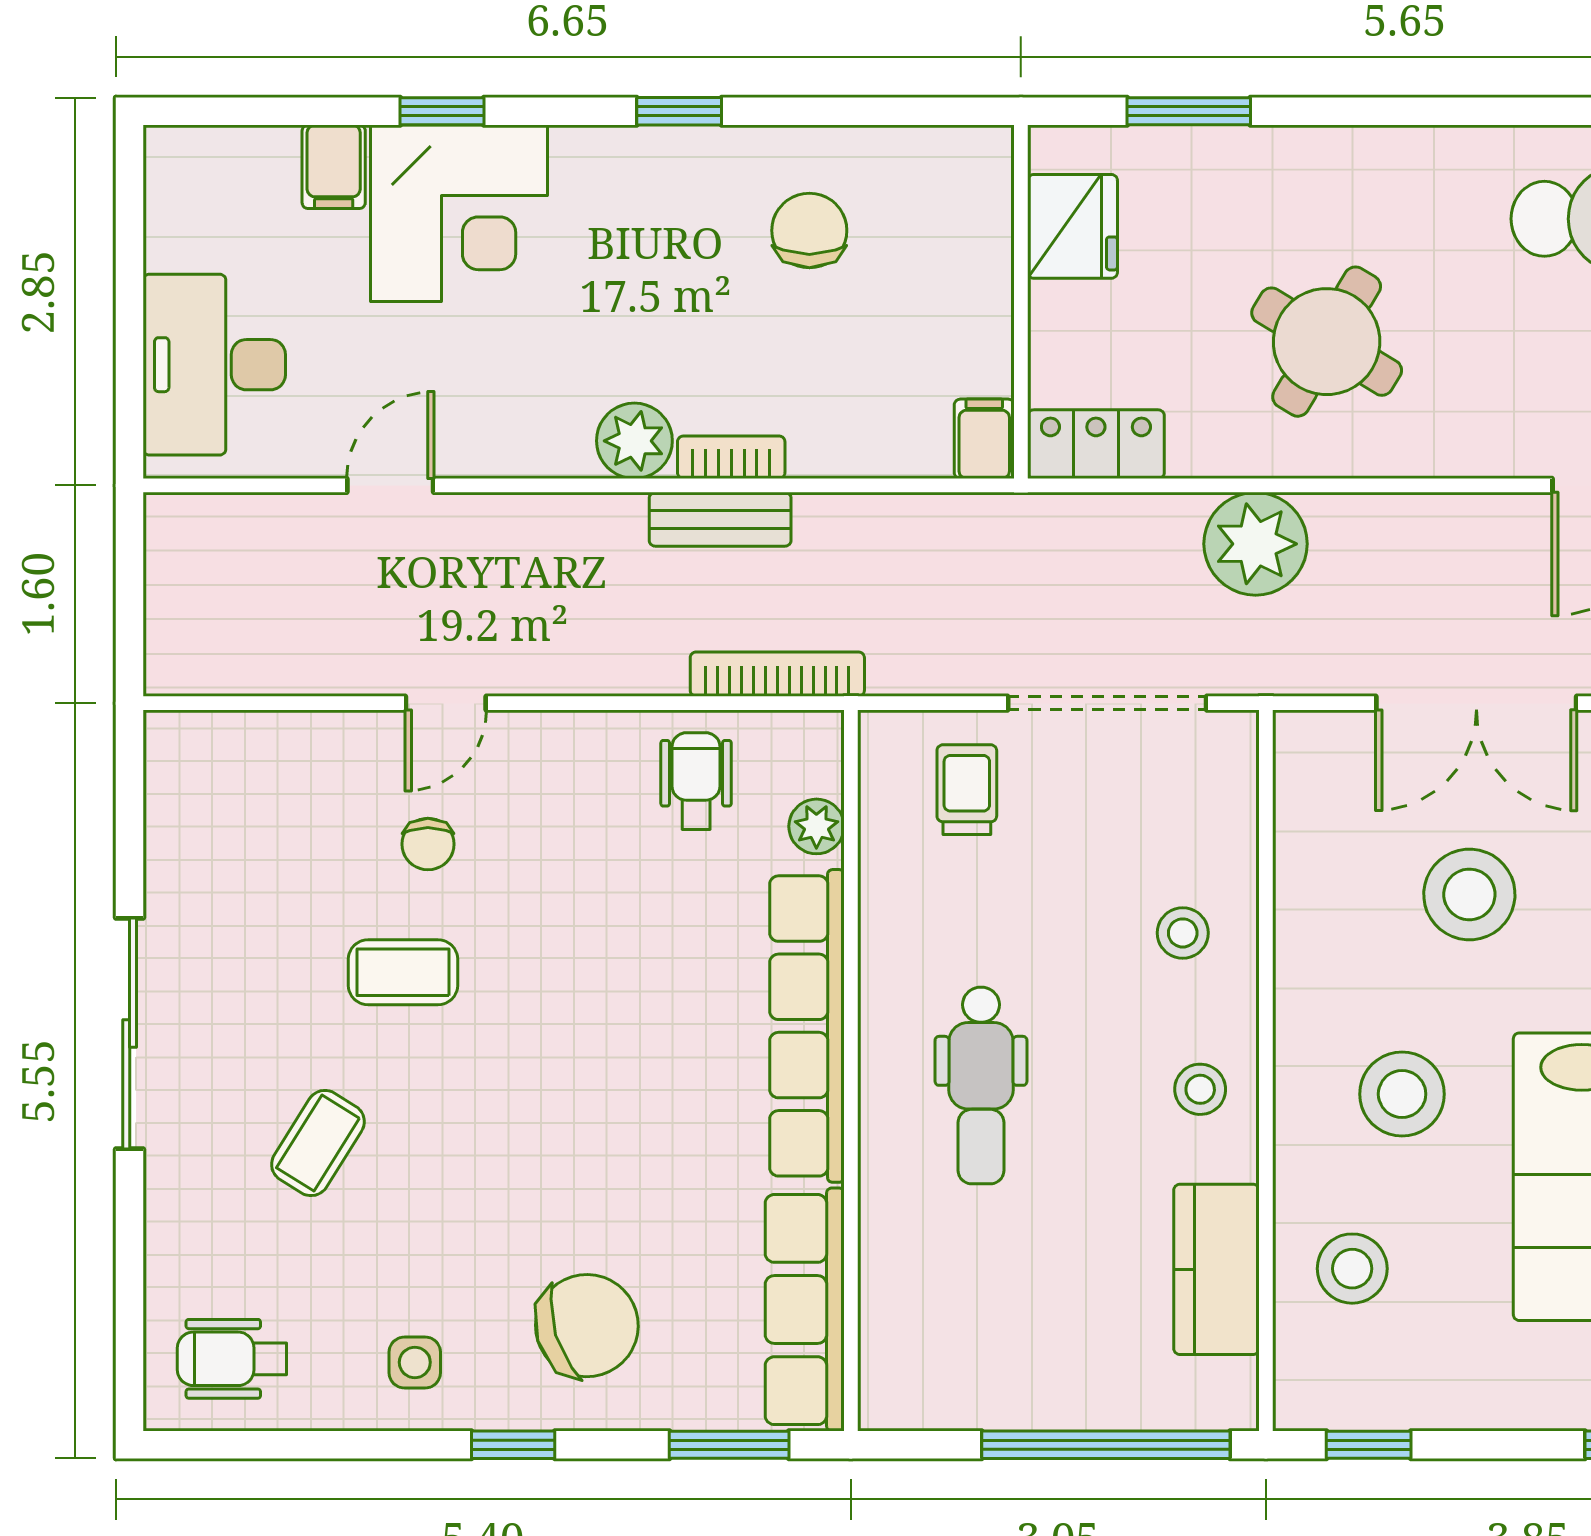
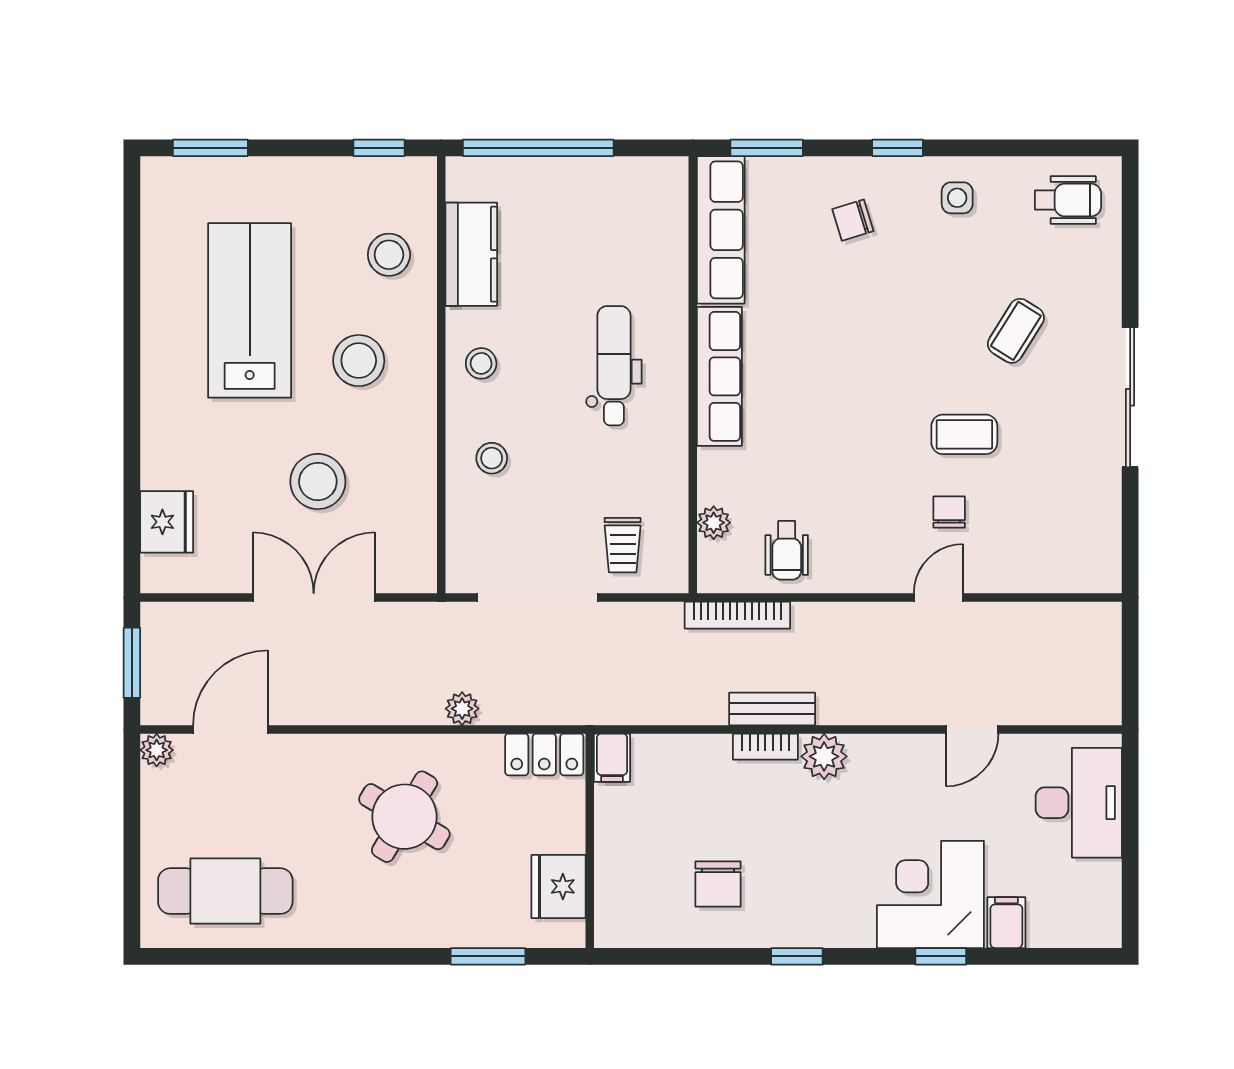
plant: (1256, 544) -> (462, 709), width x0.53, depth x0.53
row of seats: (807, 1026) -> (719, 376), width x0.73
chair: (587, 1326) -> (853, 220), width x0.54, depth x0.54

